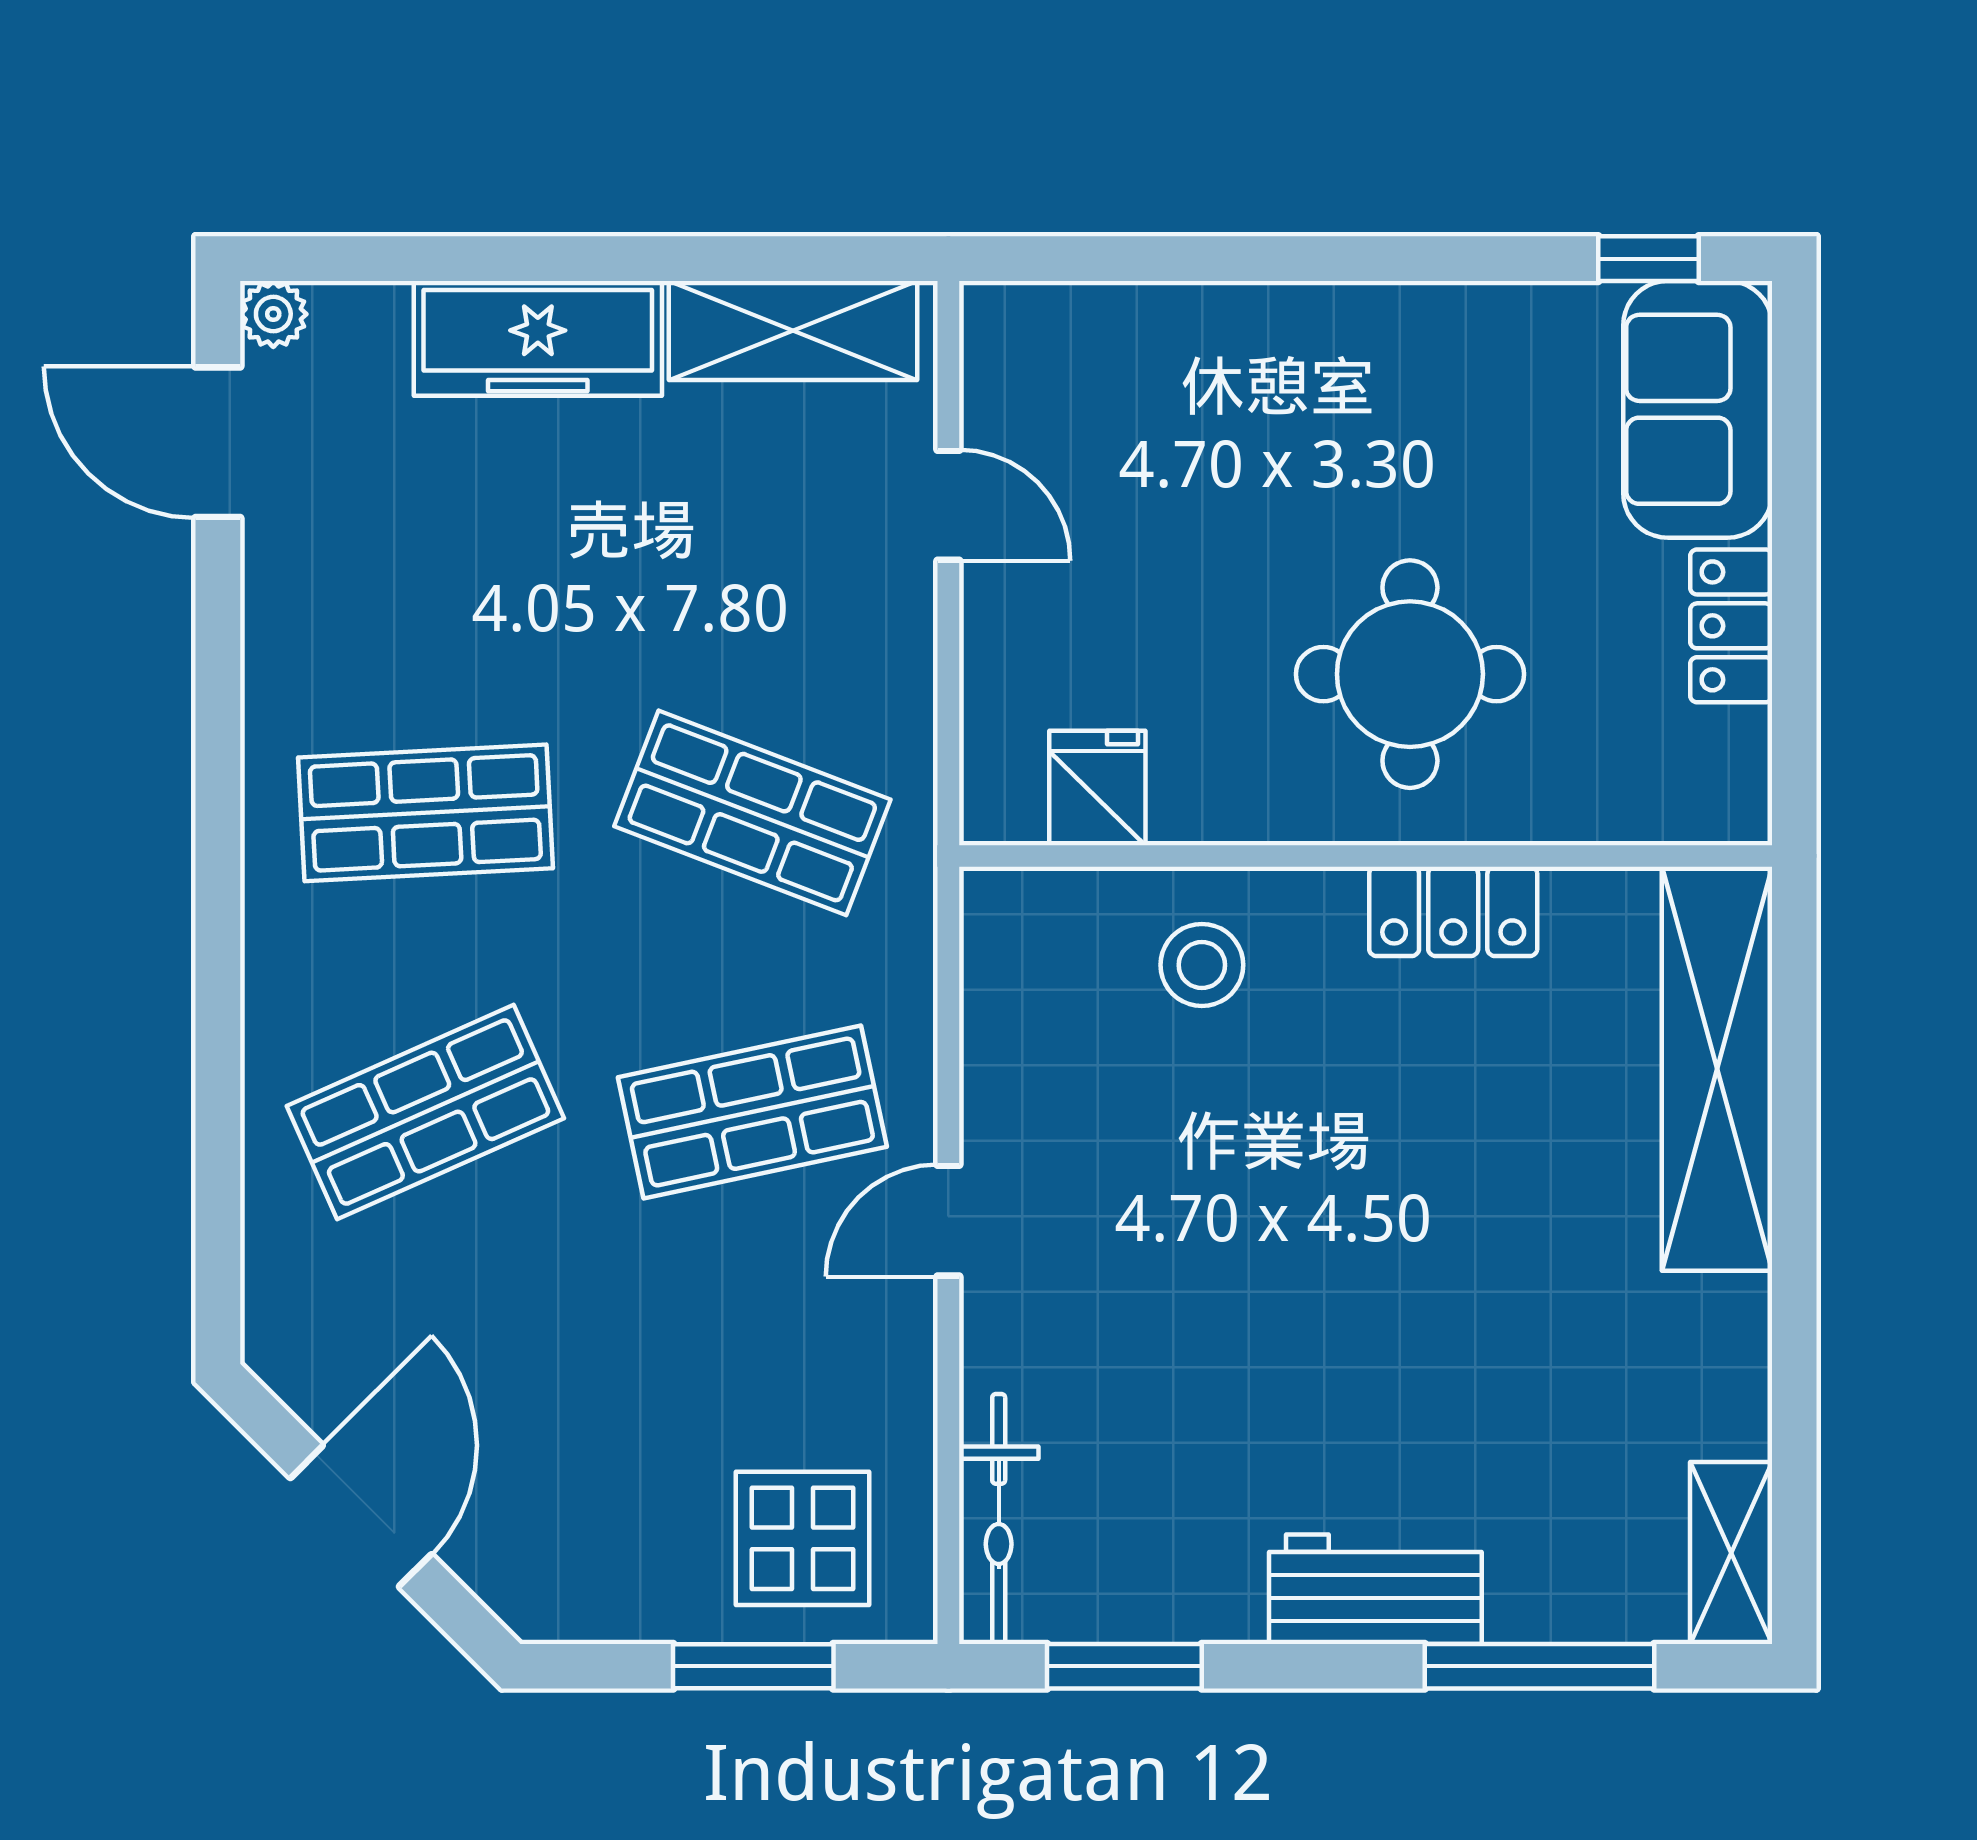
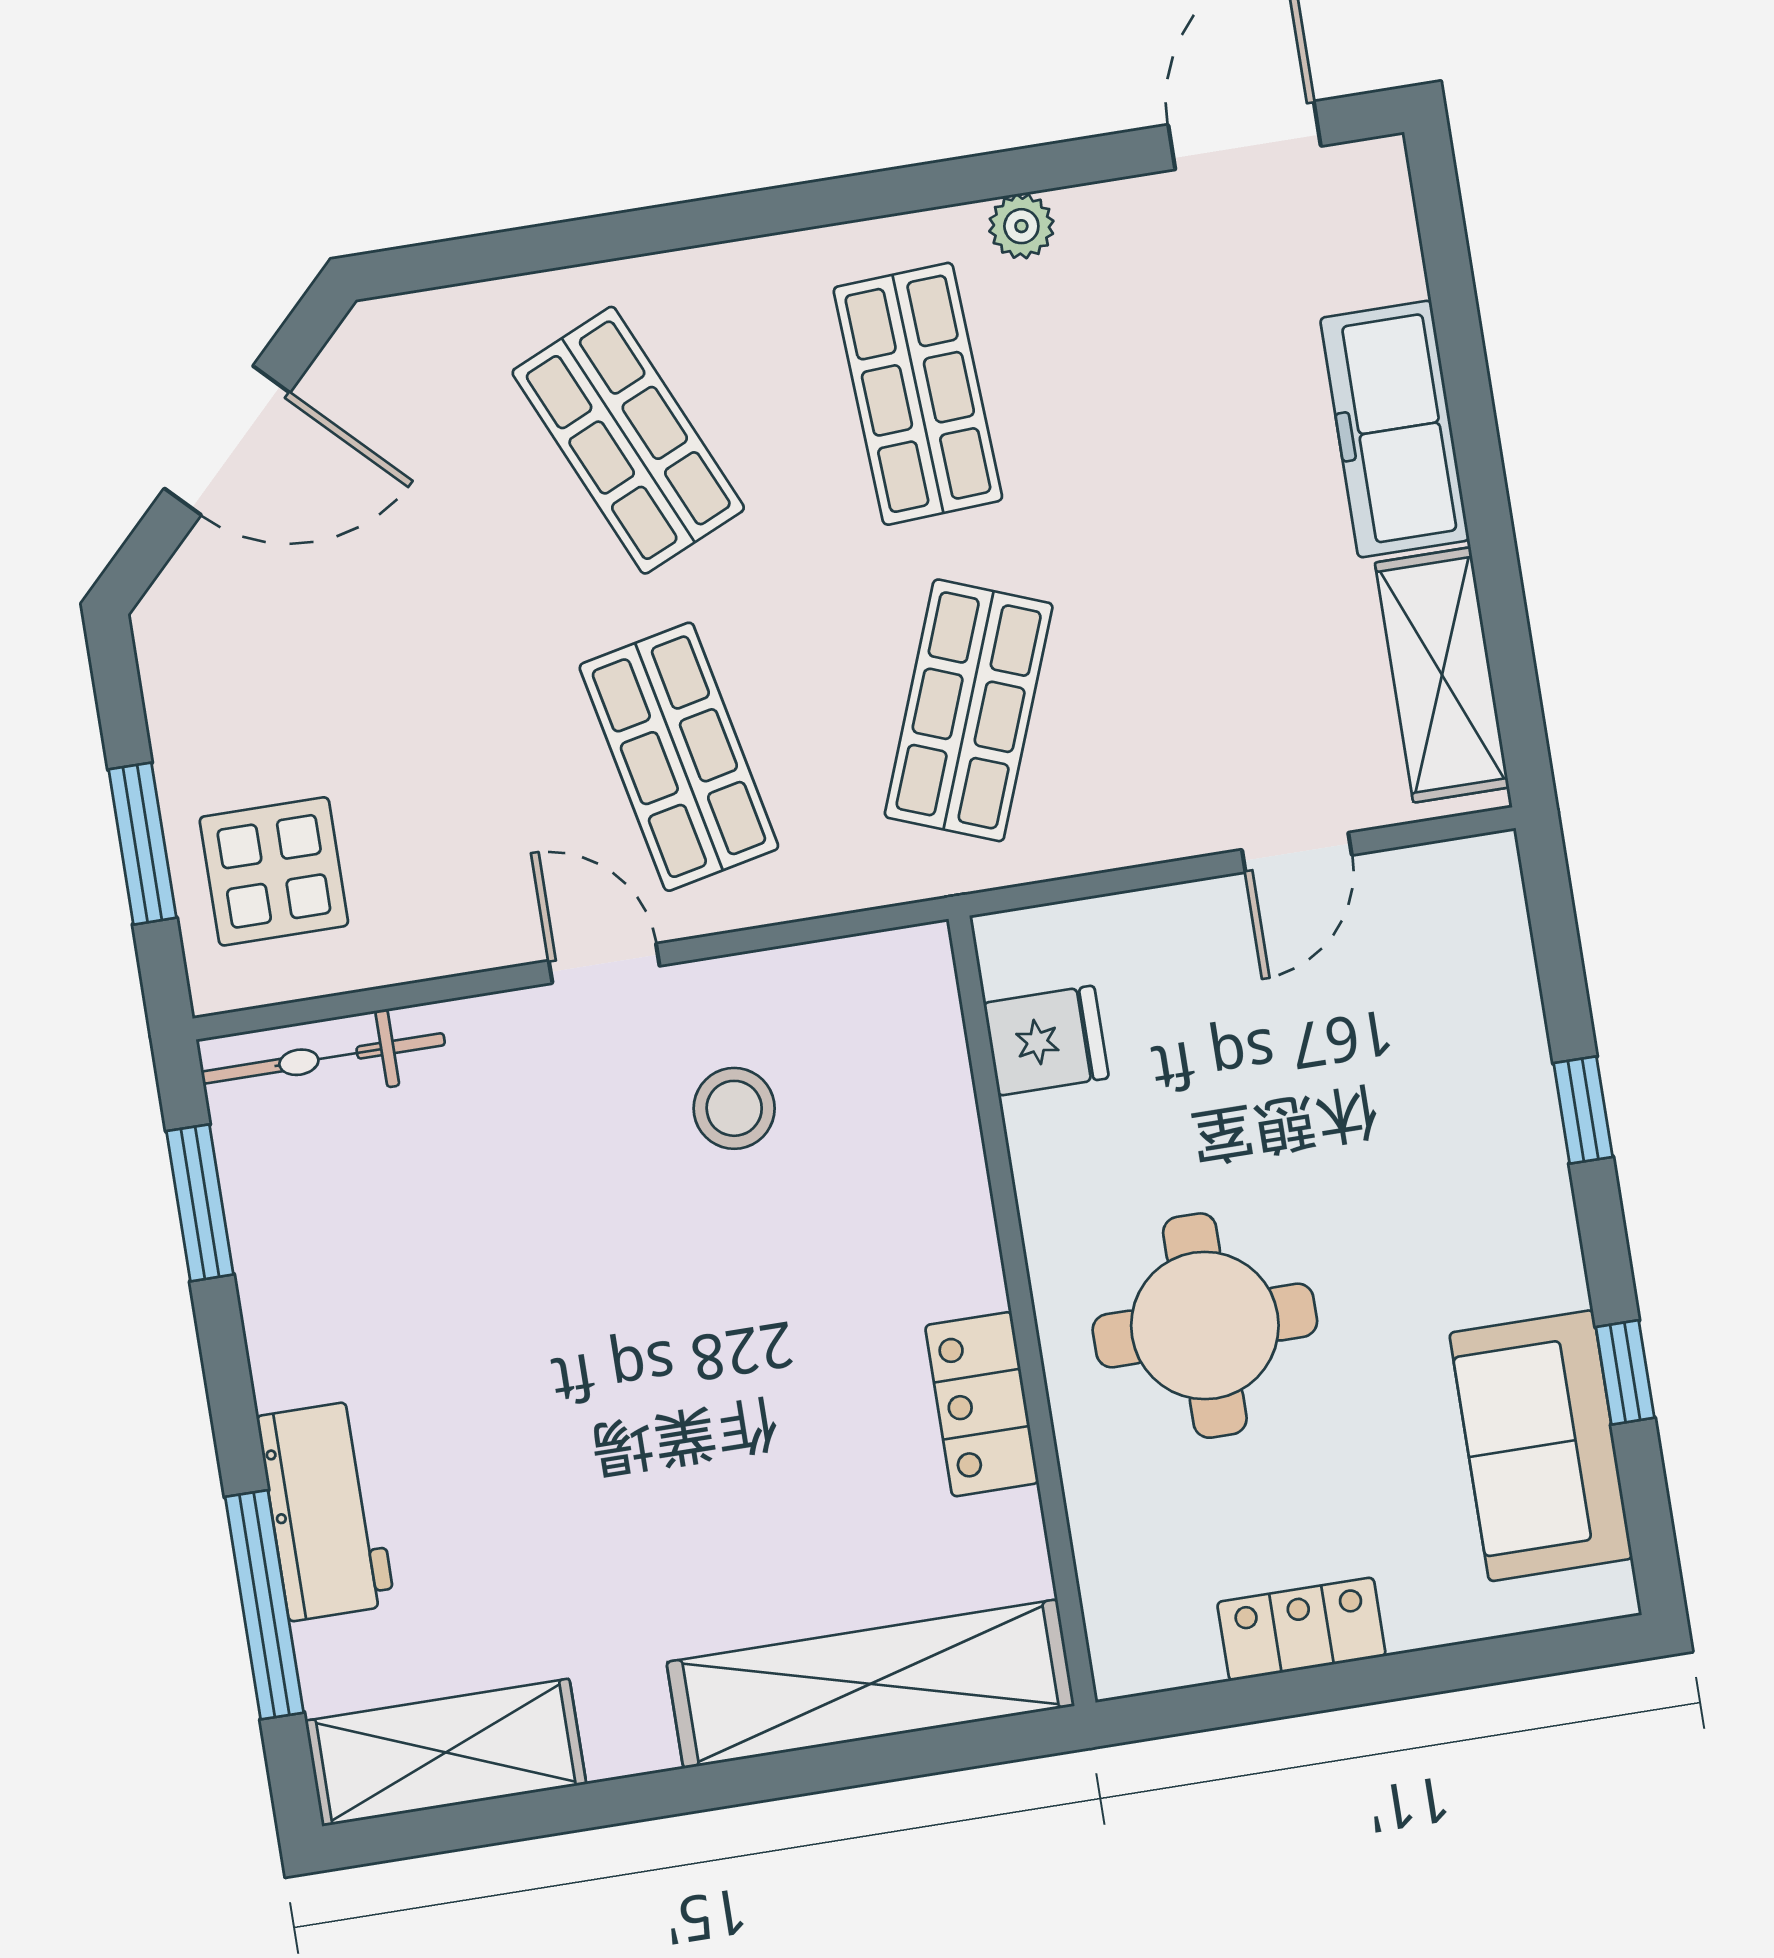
window: (1254, 259) -> (1583, 1110), added
window: (1649, 259) -> (1625, 1372), moved
plant: (273, 314) -> (1021, 226), moved
sofa: (1698, 409) -> (1541, 1446), moved, turned -90
stool: (1202, 965) -> (734, 1108), moved
shelving: (1731, 1553) -> (446, 1752), width x1.50, depth x1.33
workbench: (1375, 1589) -> (326, 1511), moved

